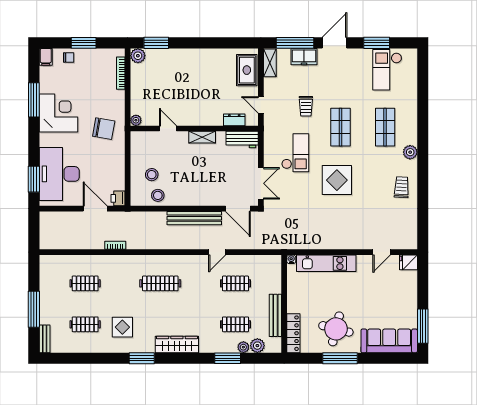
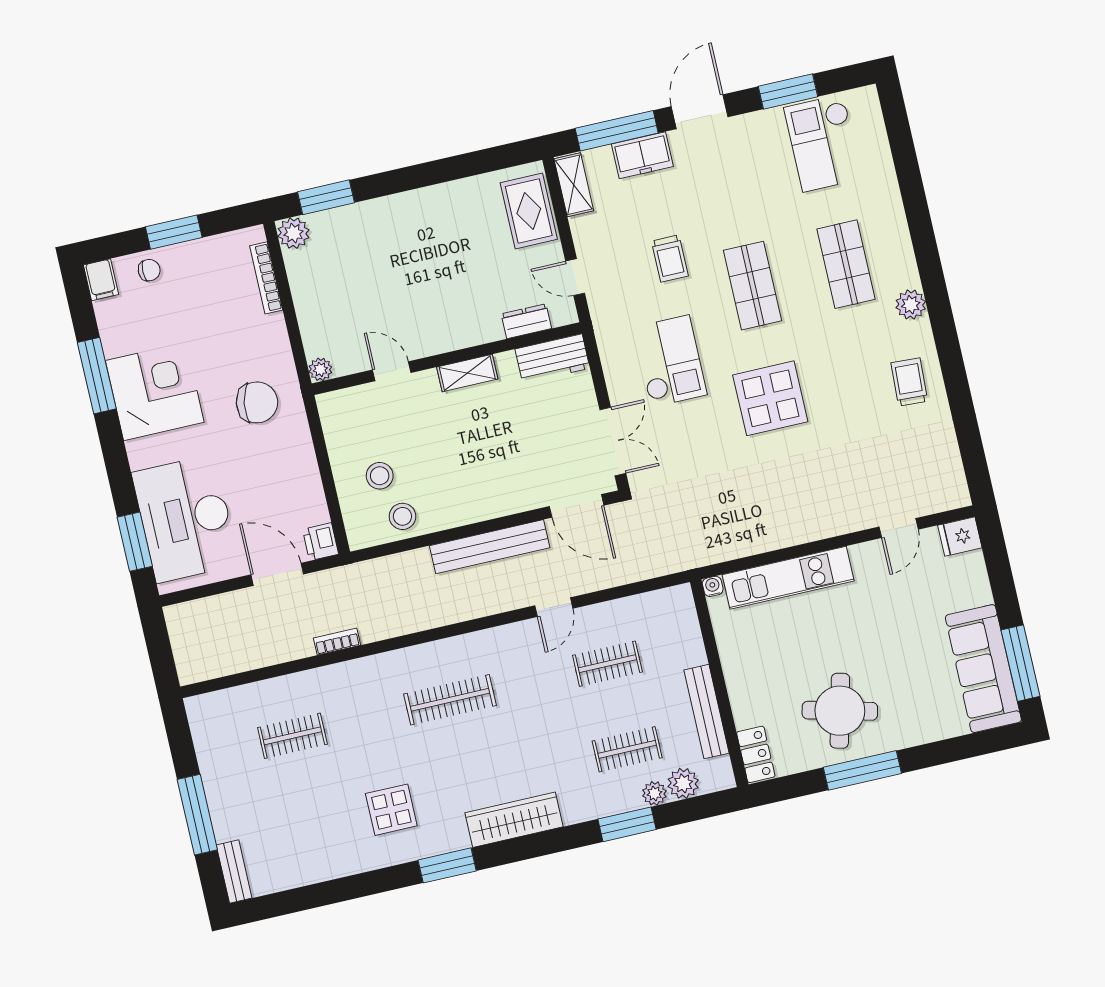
clothes rail: (85, 324) -> (312, 821), removed
locker: (293, 333) -> (756, 754), width x0.66
sofa: (389, 341) -> (983, 669), moved, turned -90

